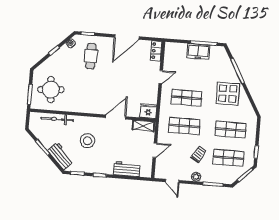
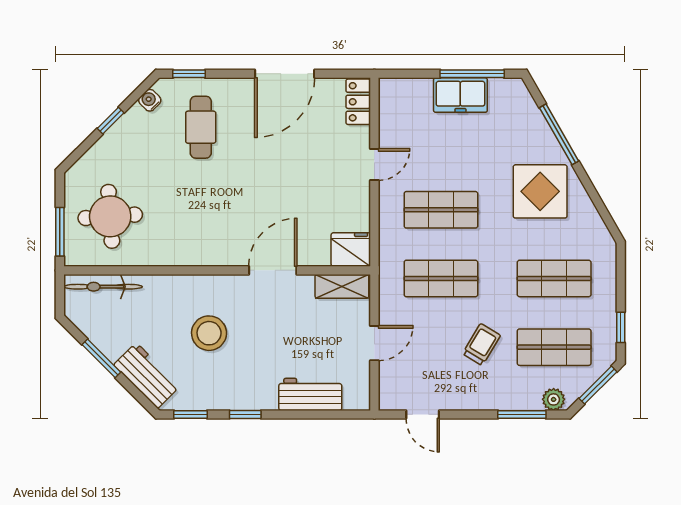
bicycle: (57, 119) -> (103, 287), moved
plant: (196, 177) -> (554, 399), moved

